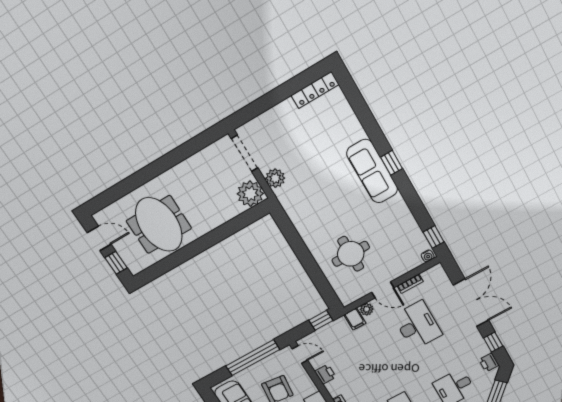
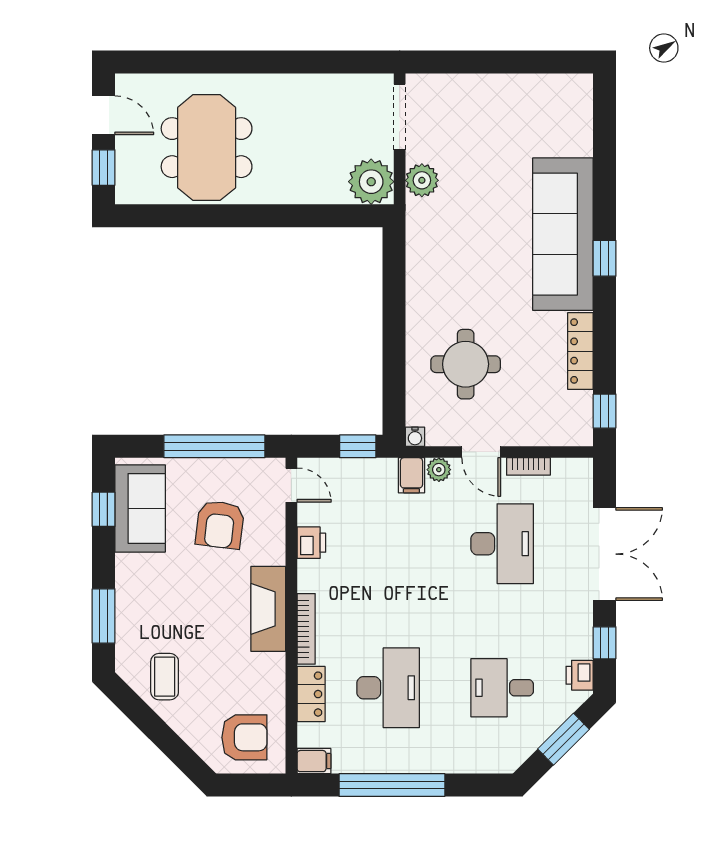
locker: (315, 90) -> (580, 351), moved, turned 90
sofa: (372, 171) -> (563, 234), width x1.36, depth x1.27
water cooler: (428, 256) -> (415, 437), moved

